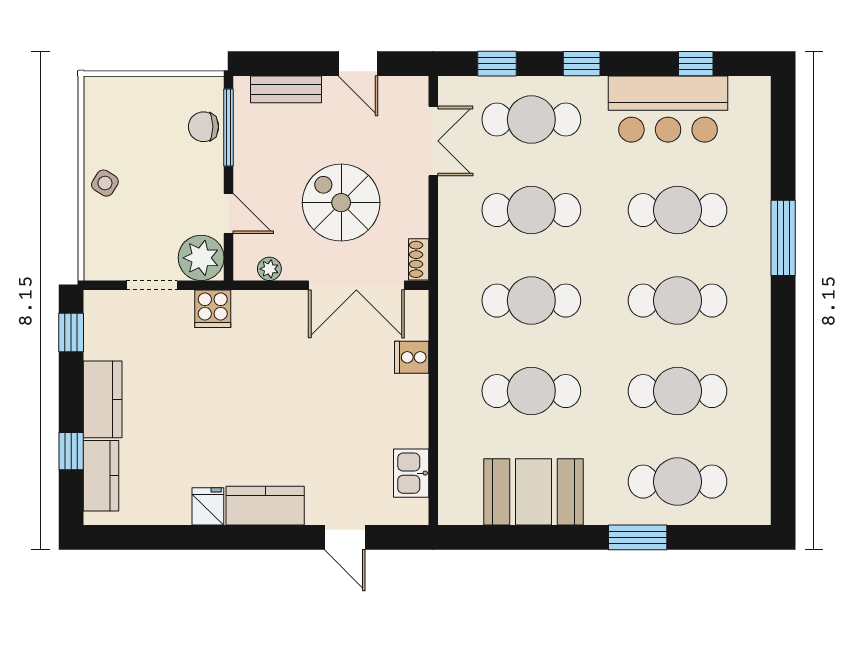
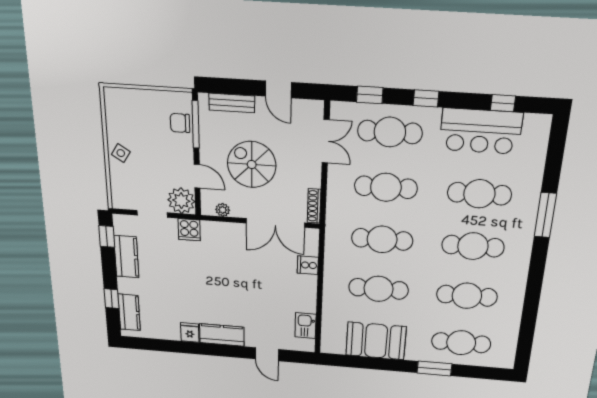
spiral stairs: (341, 203) -> (252, 165), moved
shoe rack: (419, 259) -> (314, 206), width x1.43
kitchen counter: (103, 399) -> (126, 257), moved

